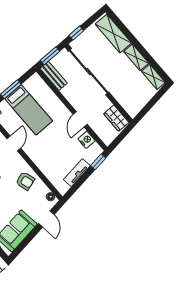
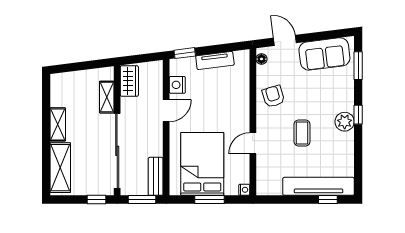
shelving: (153, 77) -> (107, 97), moved
bed: (29, 110) -> (202, 164), width x1.50
door: (46, 219) -> (285, 40), hinge flipped

